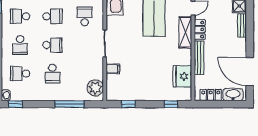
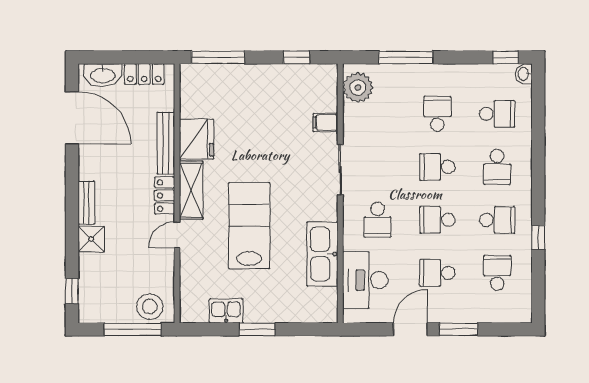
school desk: (20, 45) -> (497, 167), turned 180
fridge: (182, 76) -> (197, 139), moved
window: (171, 104) -> (218, 57), width x2.17

